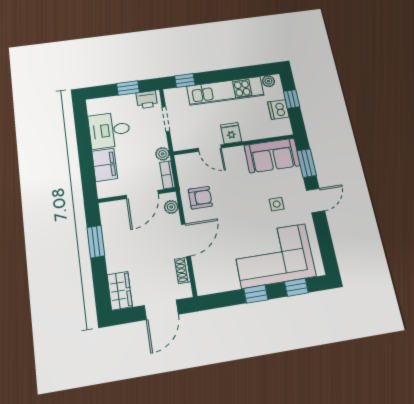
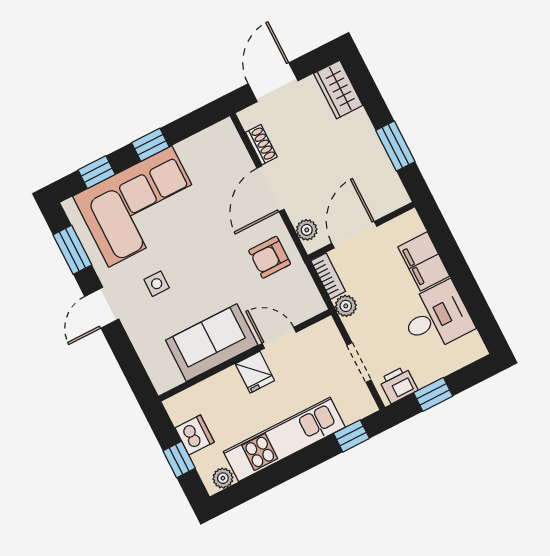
sofa: (272, 155) -> (212, 343), moved
window: (307, 163) -> (72, 250), moved

